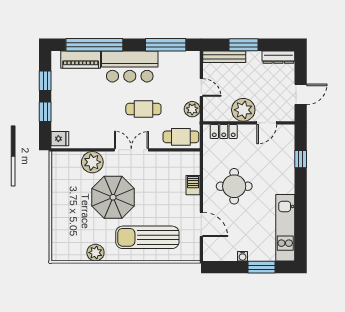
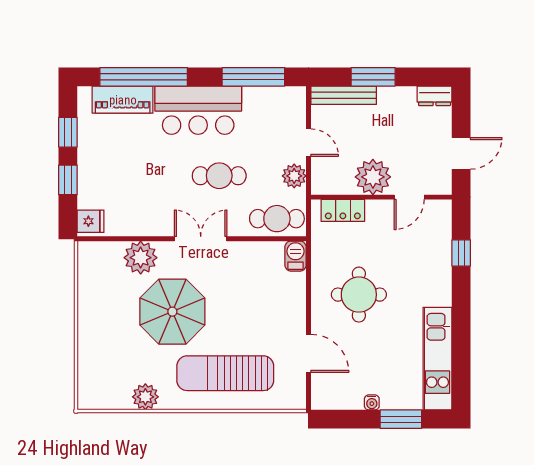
dresser: (278, 57) -> (435, 96), width x0.70
barbecue: (193, 185) -> (296, 256), moved

